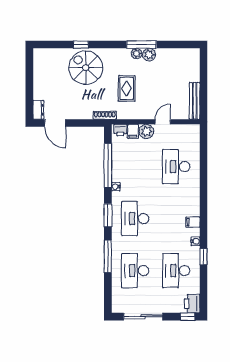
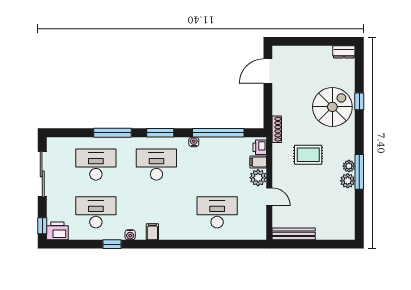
dresser: (38, 110) -> (344, 52), moved

